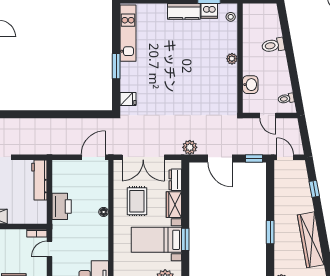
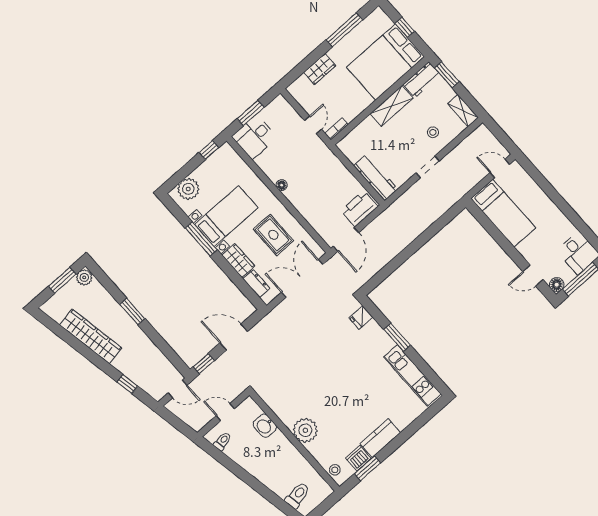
toilet: (273, 45) -> (297, 495), moved
plant: (232, 59) -> (305, 430), width x1.88, depth x1.88
plant: (190, 147) -> (269, 323), removed
printer: (62, 206) -> (359, 209), moved, turned 90
floor lamp: (104, 212) -> (282, 185), moved
window: (185, 239) -> (201, 239), width x1.44

